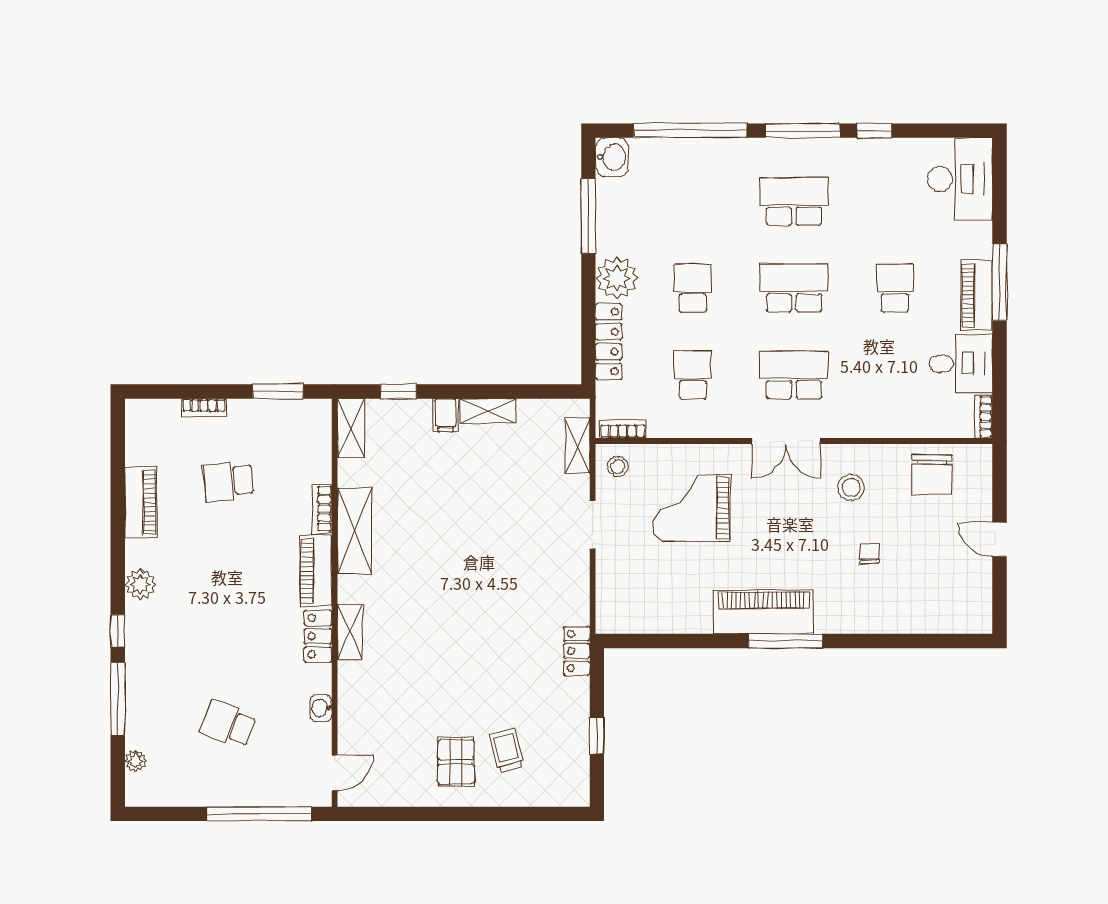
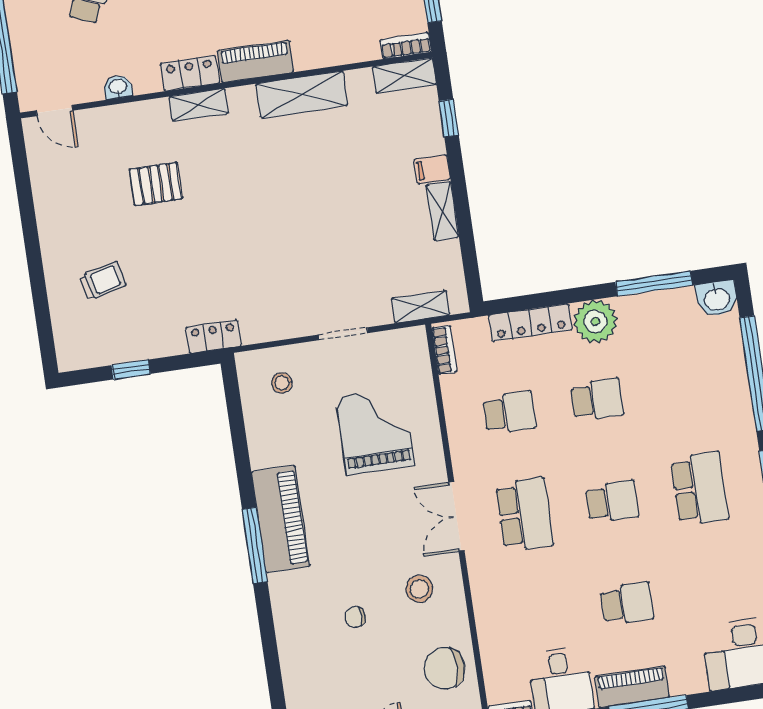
school desk: (794, 288) -> (612, 502), width x0.54
stool: (618, 466) -> (282, 383), moved
bookcase: (322, 509) -> (406, 46), moved
chair: (869, 554) -> (355, 617), turned 180
pallet: (456, 762) -> (156, 184), moved

